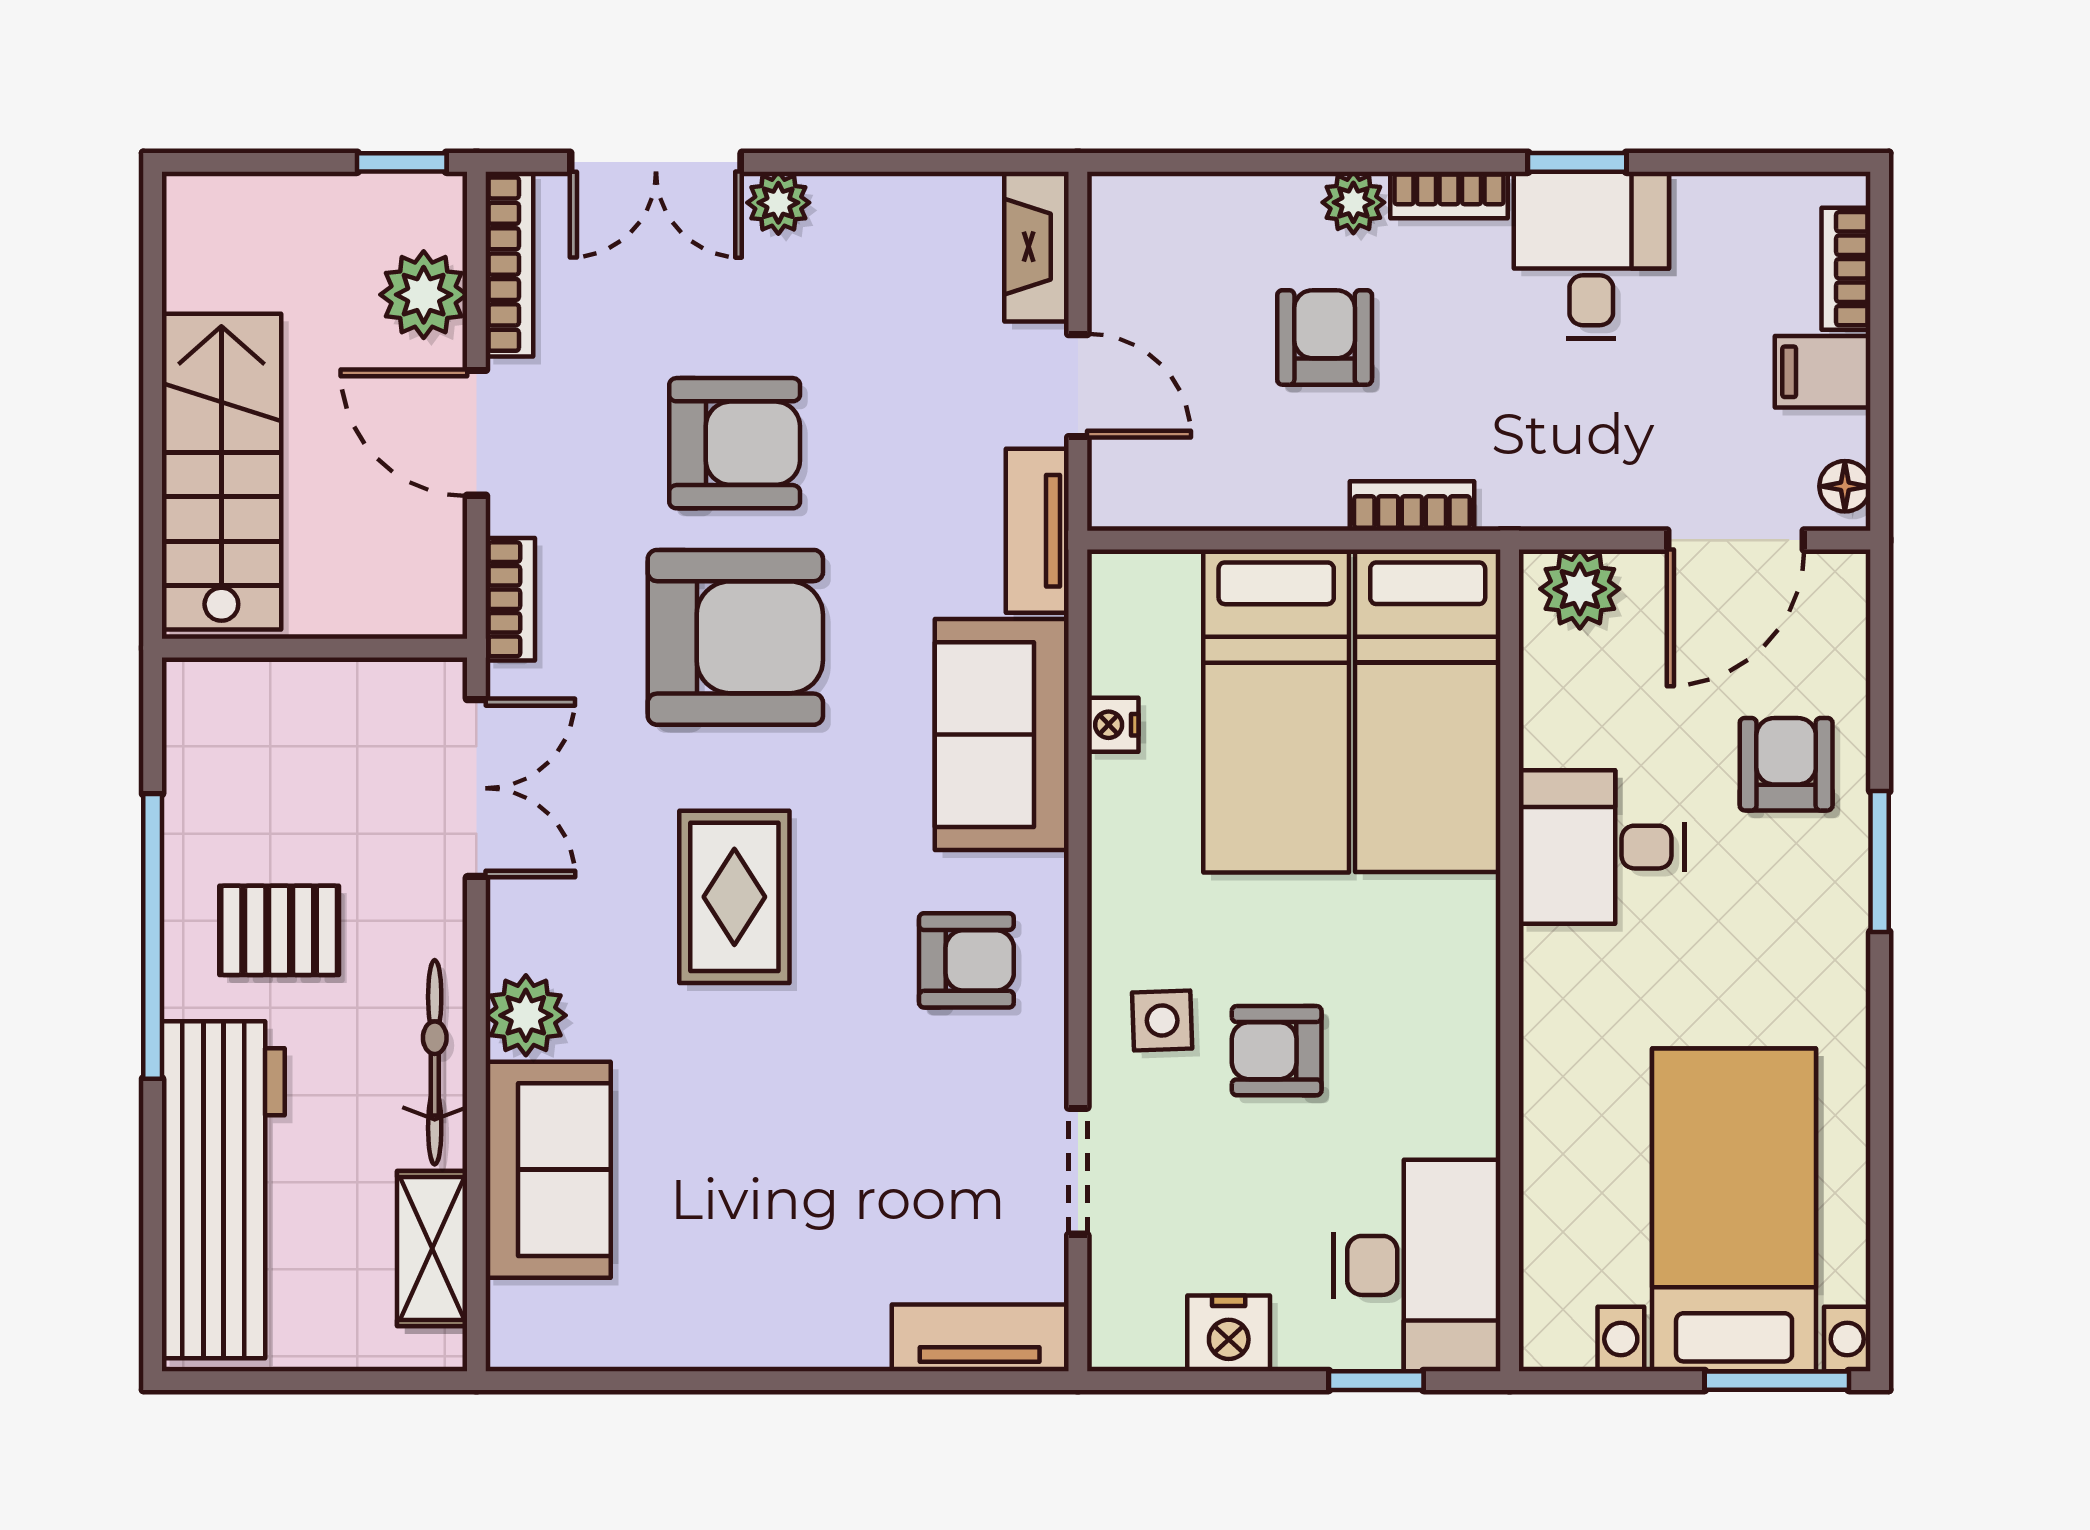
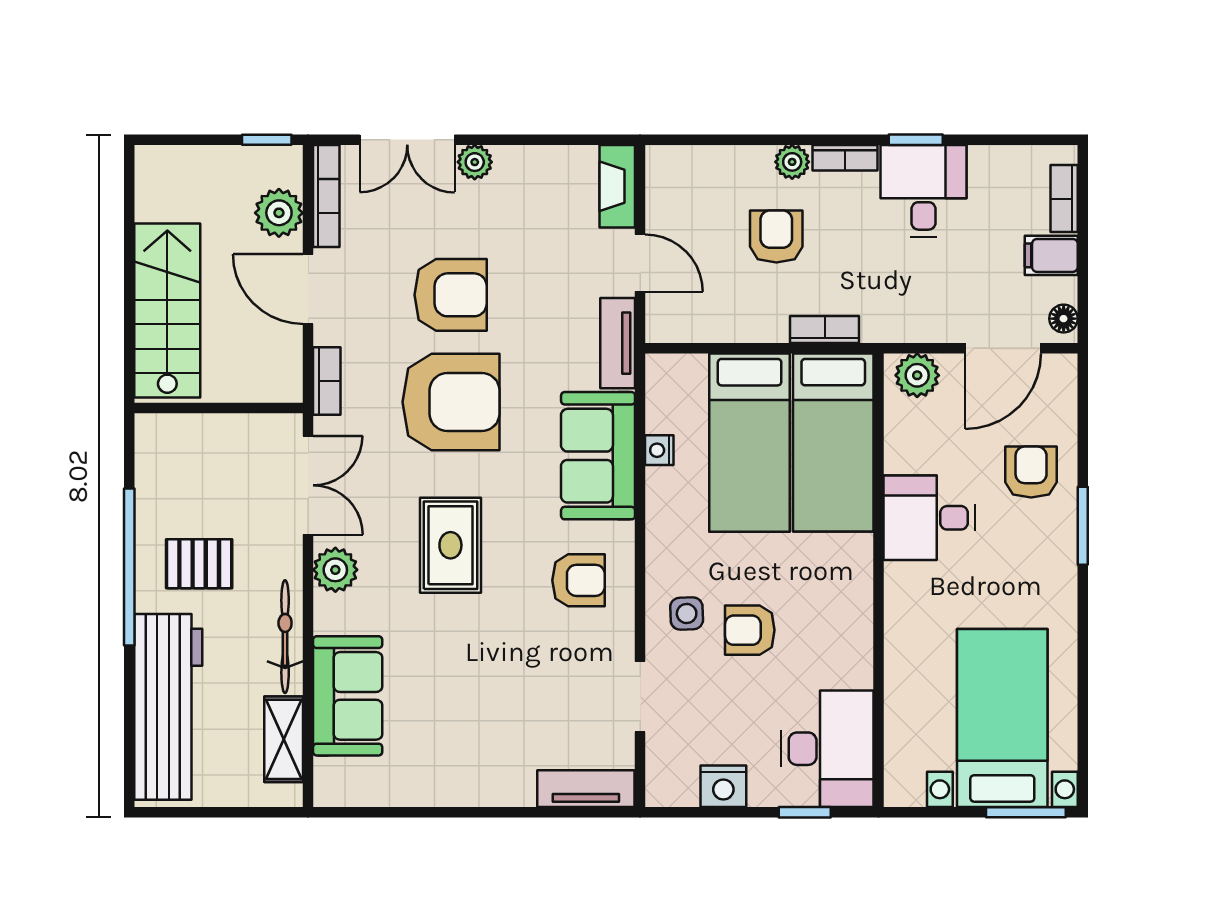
plant: (526, 1015) -> (335, 570), moved

